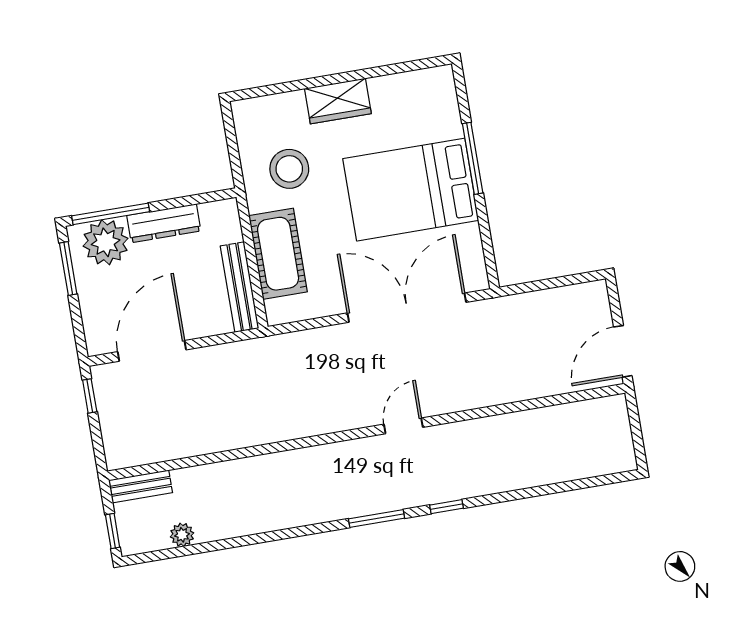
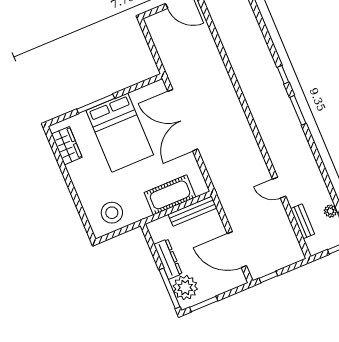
wardrobe: (338, 101) -> (67, 146), moved
stool: (289, 169) -> (112, 213), moved
door: (403, 426) -> (279, 188), moved
bench: (141, 486) -> (303, 221), moved

